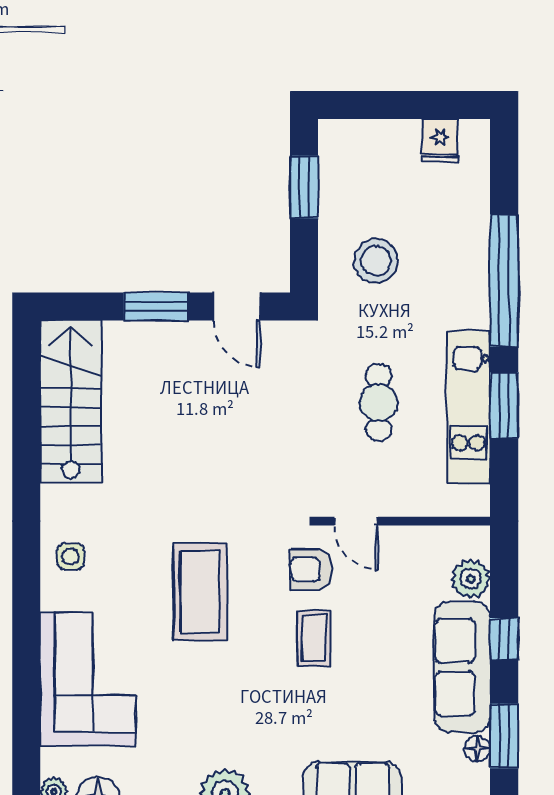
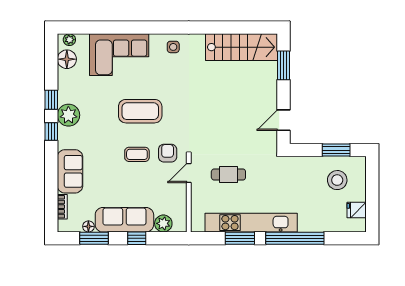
stool: (376, 261) -> (337, 180), moved
window: (156, 306) -> (283, 65), moved
cafe table: (379, 403) -> (228, 175), moved
kitchen unit: (469, 408) -> (251, 223), width x1.36
coffee table: (200, 592) -> (140, 111), moved

